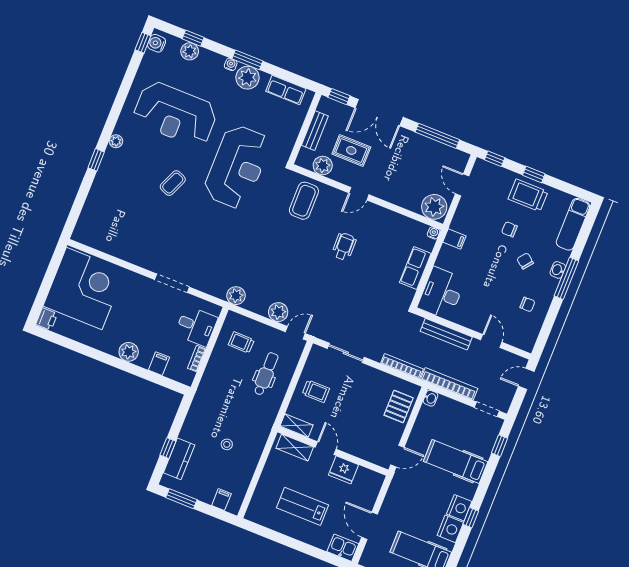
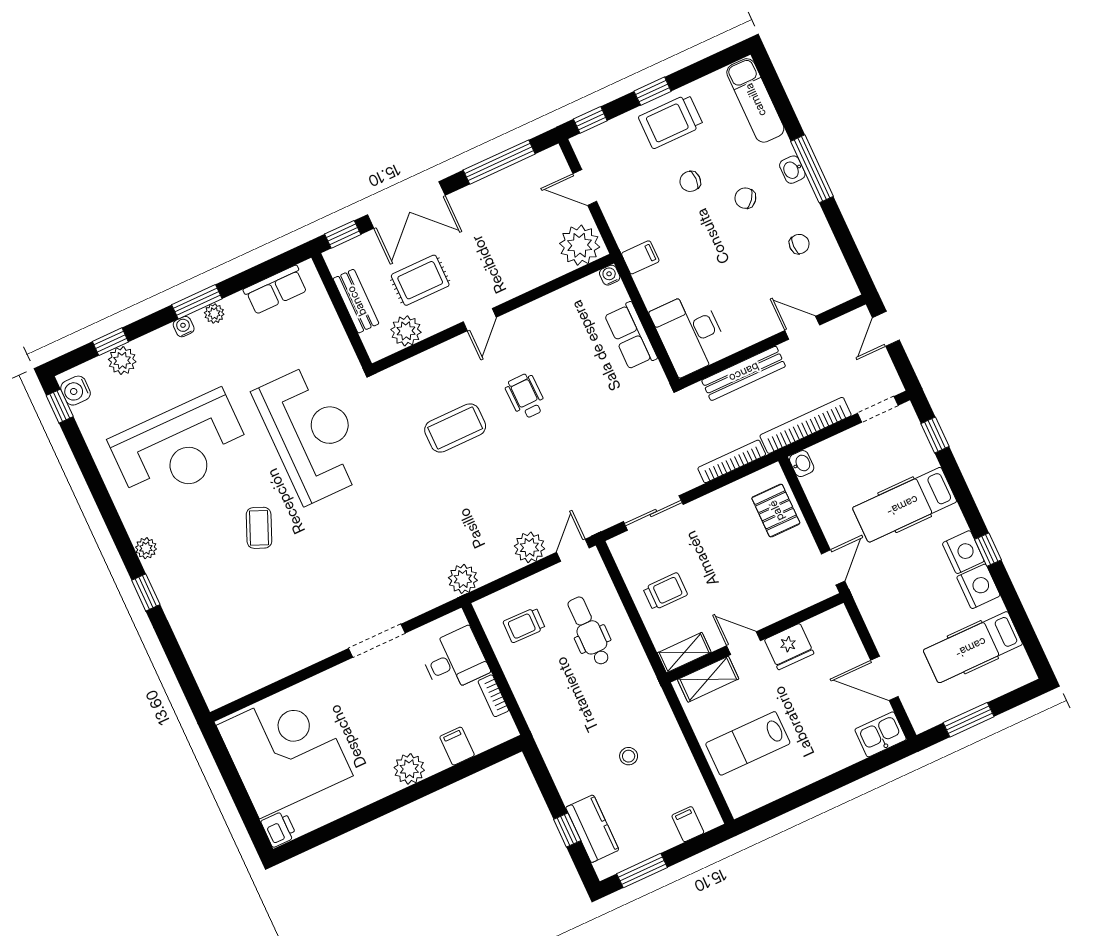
plant: (247, 78) -> (214, 313), width x0.53, depth x0.53
coffee table: (304, 201) -> (455, 428), moved, turned 90
lab bench: (302, 506) -> (748, 743), moved

